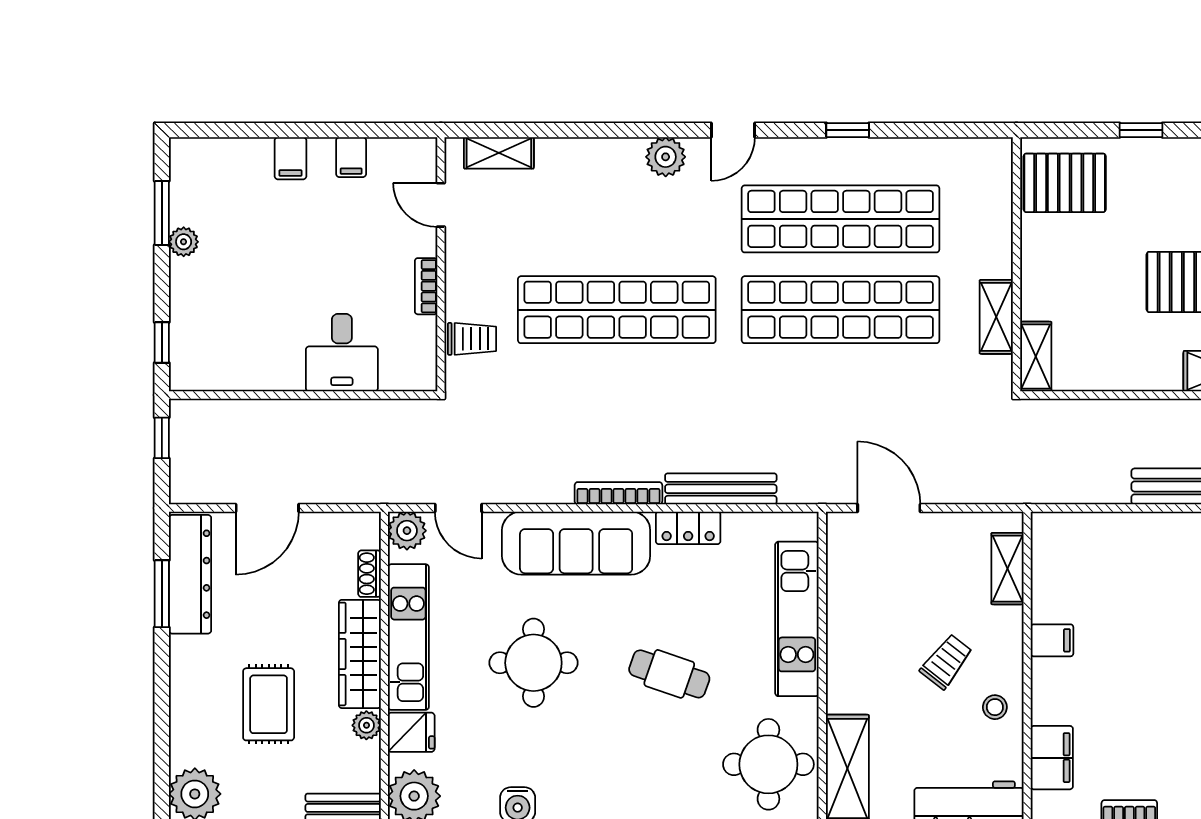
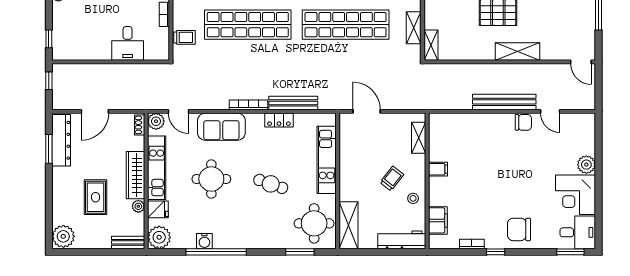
sofa: (576, 543) -> (221, 127), width x0.73
shoe rack: (369, 574) -> (140, 125), moved

